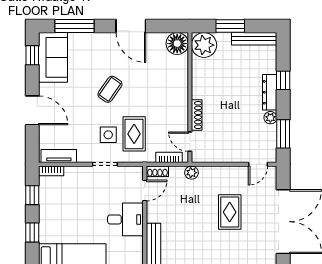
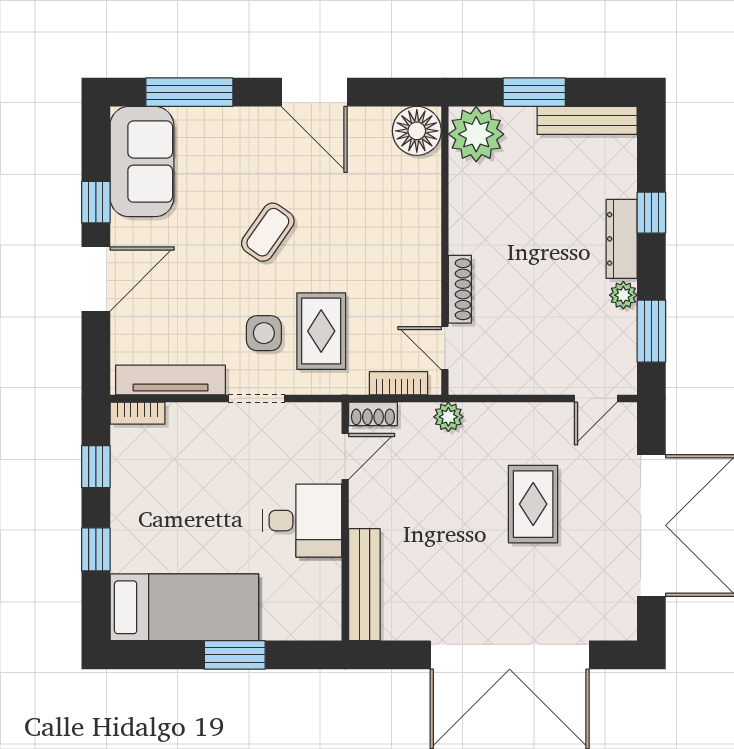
window: (32, 55) -> (96, 202), moved
door: (32, 110) -> (96, 279), hinge flipped
tv unit: (59, 156) -> (171, 380), width x1.41

